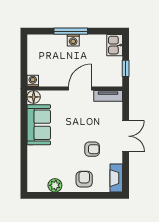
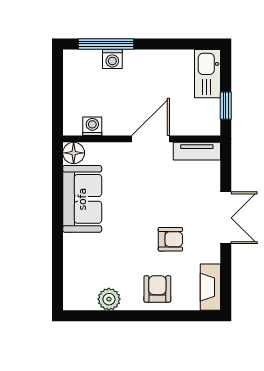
window: (71, 31) -> (106, 44), moved
washing machine: (73, 40) -> (112, 59), moved
kitchen sink: (115, 45) -> (208, 74), width x1.38
washing machine: (33, 81) -> (92, 126), moved

